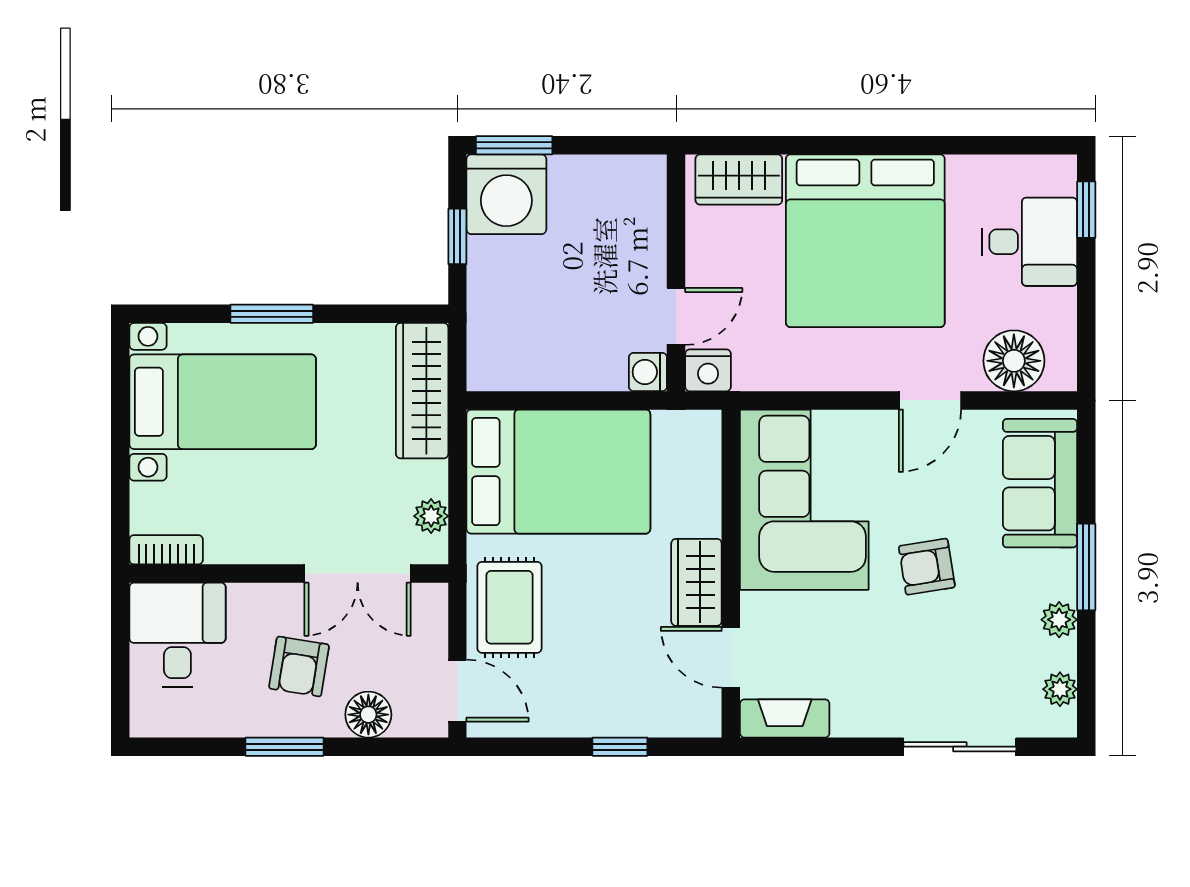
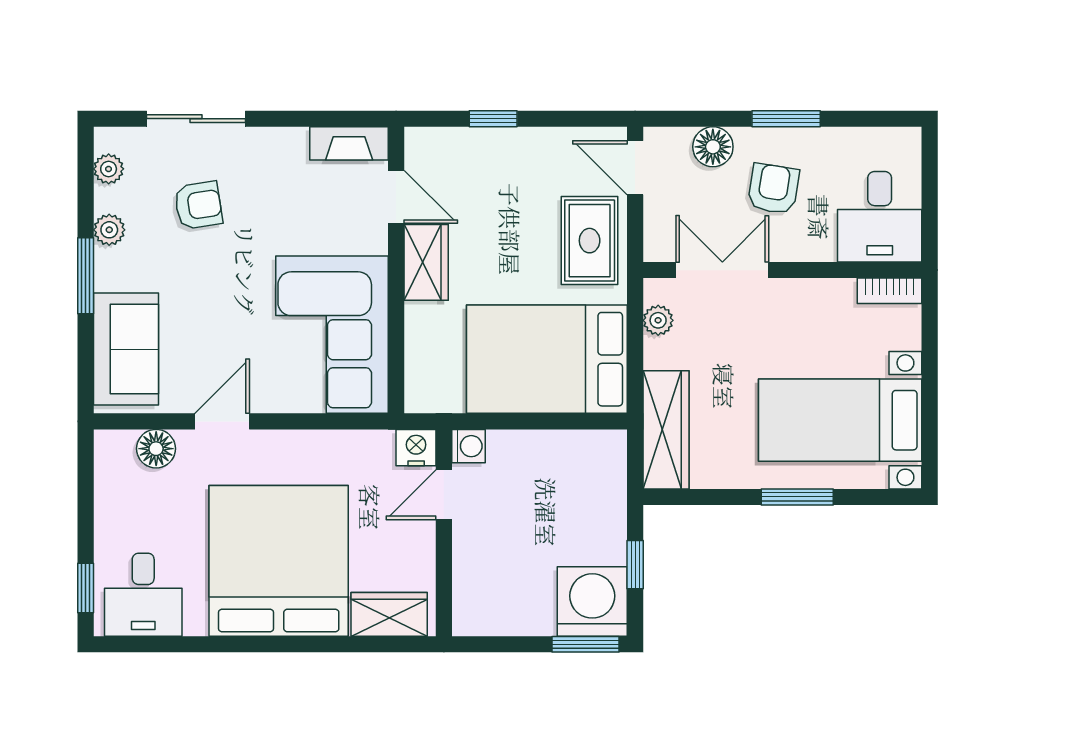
desk: (1029, 242) -> (143, 595), moved, turned -90
floor lamp: (1014, 361) -> (156, 449), width x0.73, depth x0.73
armchair: (927, 567) -> (198, 205), moved

